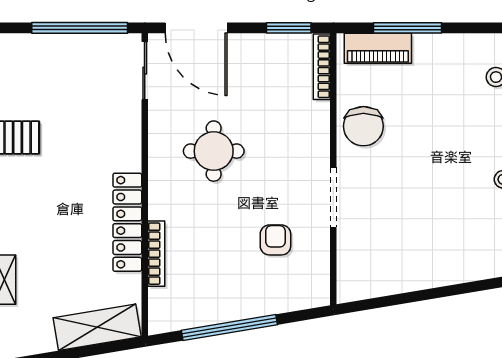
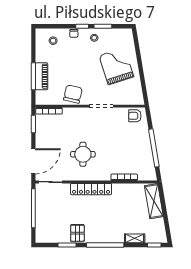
piano: (378, 48) -> (42, 76), moved
chair: (363, 126) -> (73, 94), turned -77
locker: (127, 222) -> (91, 189), moved
grand piano: (433, 234) -> (116, 66), added
armchair: (275, 240) -> (135, 116), moved

